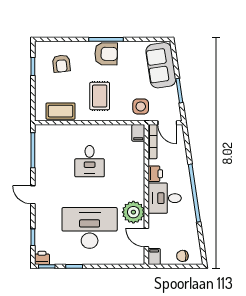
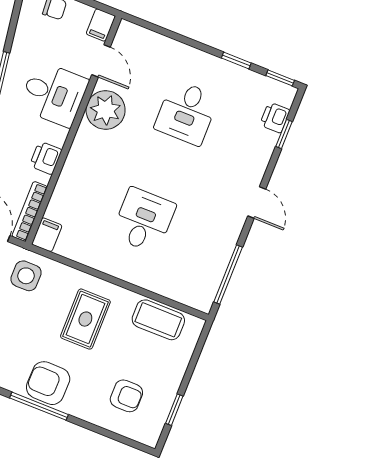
armchair: (61, 64) -> (126, 396), turned 96
desk: (165, 198) -> (54, 94), moved
desk: (90, 228) -> (187, 113), width x0.53, depth x0.77
printer: (42, 258) -> (275, 118), moved, turned 90

